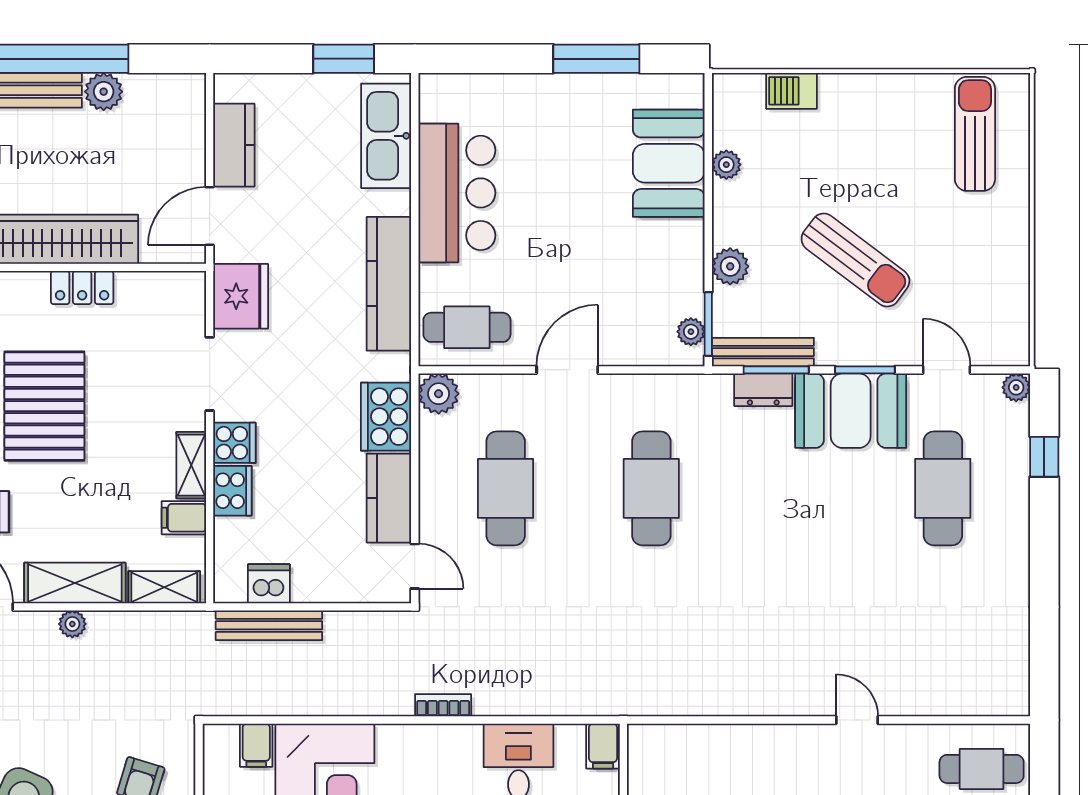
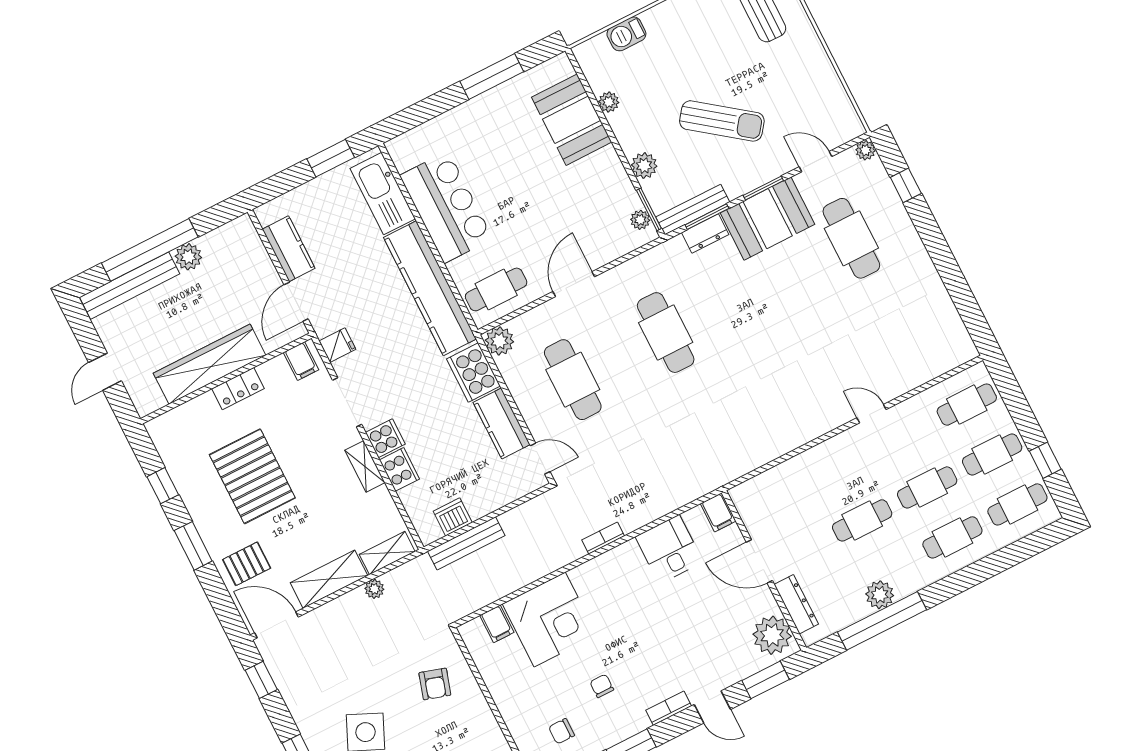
kitchen counter: (389, 284) -> (430, 288), width x1.39, depth x1.17
fridge: (241, 296) -> (337, 345), width x0.53, depth x0.75
filing cabinet: (184, 518) -> (301, 361), moved, turned -90
plant: (72, 624) -> (374, 589), moved

